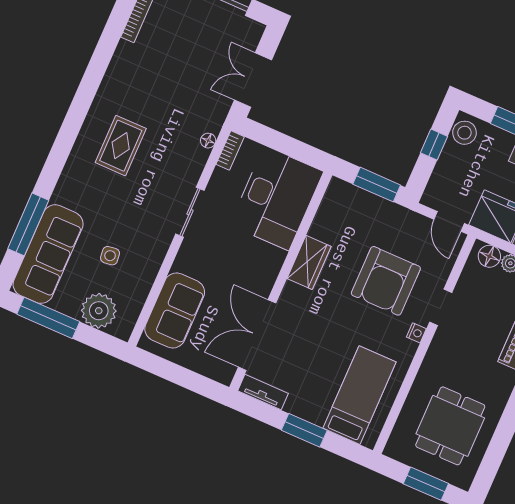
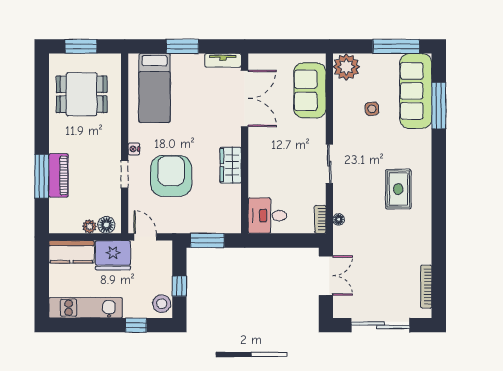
desk: (276, 198) -> (267, 216), width x0.53, depth x0.77
plant: (99, 311) -> (346, 67), moved
dining table: (450, 426) -> (82, 94), turned 90

